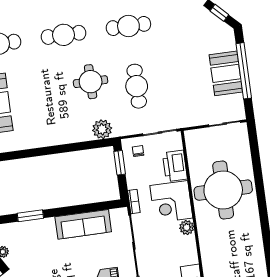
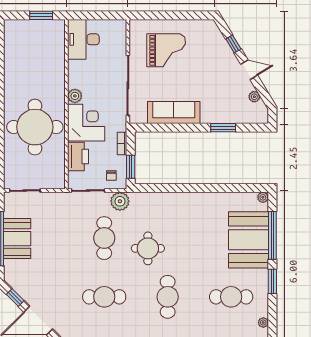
cafe table: (63, 35) -> (168, 297), turned 90
plant: (102, 129) -> (120, 201), moved
bookcase: (134, 202) -> (122, 144), moved

